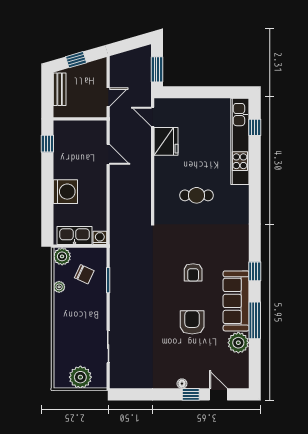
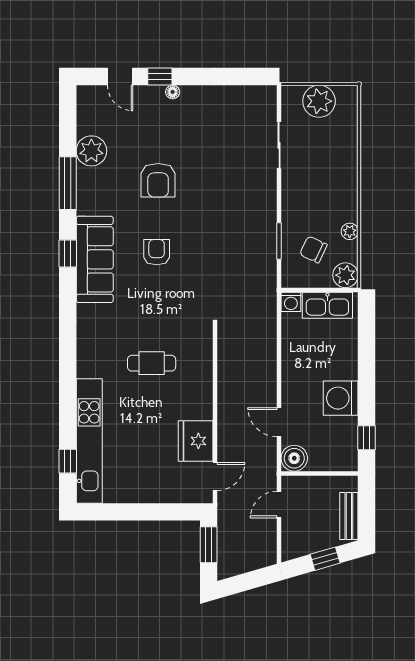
door: (153, 117) -> (215, 476), hinge flipped
boiler: (98, 129) -> (294, 458), added
washing machine: (65, 192) -> (341, 398), moved
sofa: (236, 301) -> (95, 259), moved

